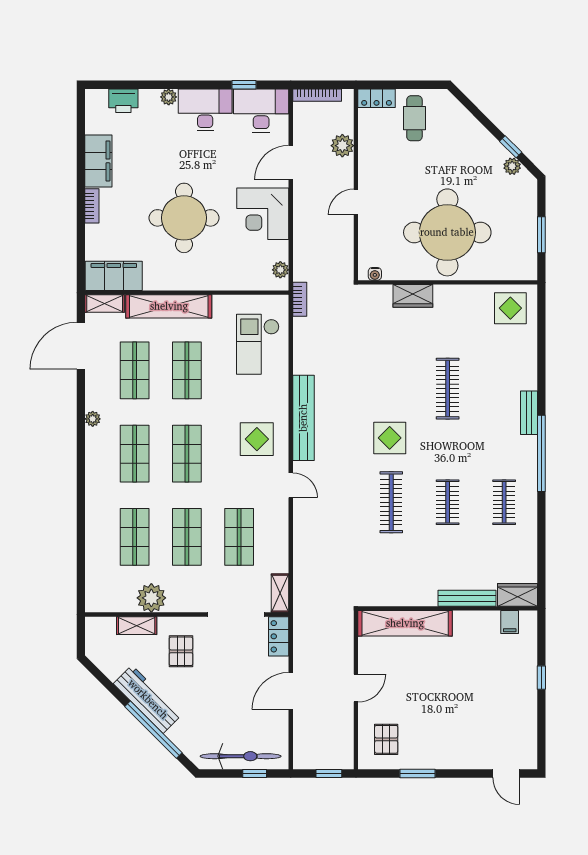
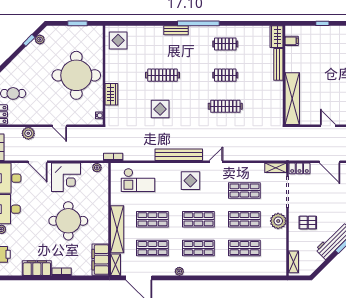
display table: (390, 438) -> (160, 109), moved
plant: (151, 598) -> (278, 221), moved
shelving: (137, 626) -> (293, 262), moved

